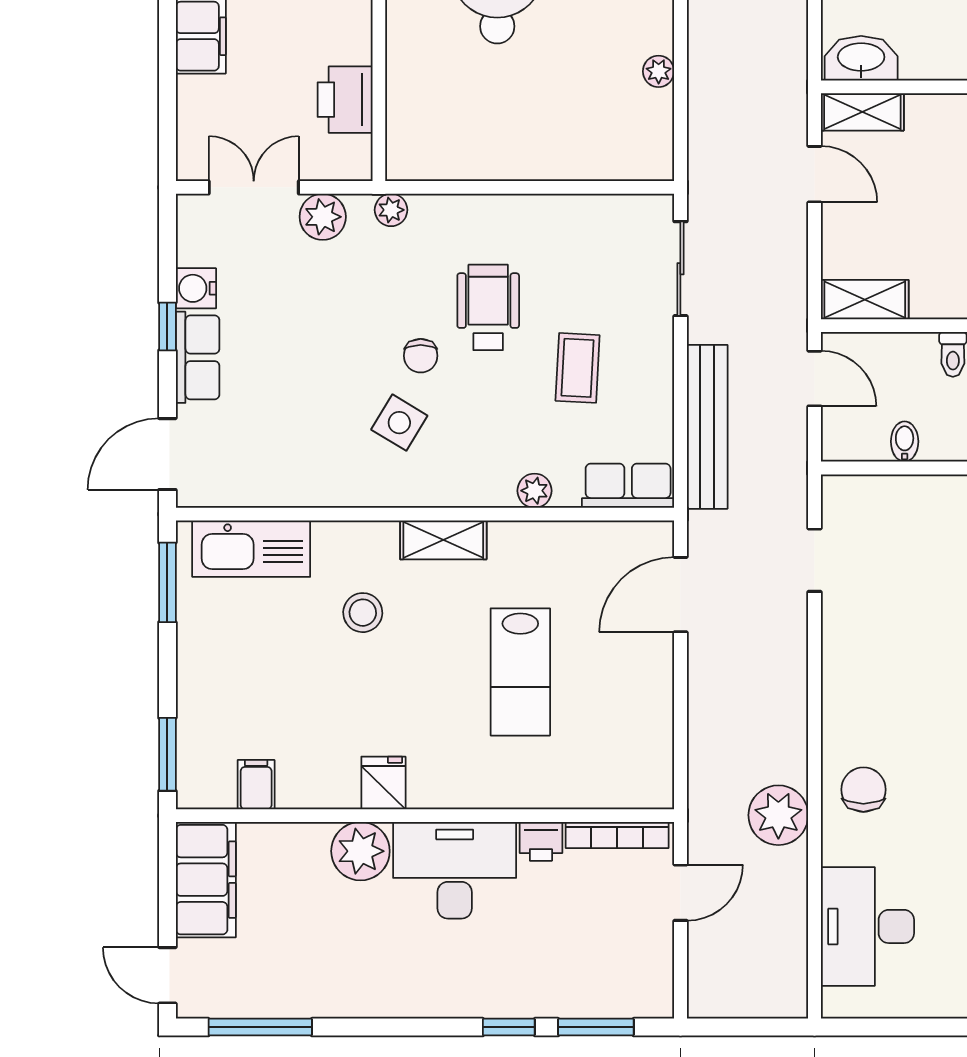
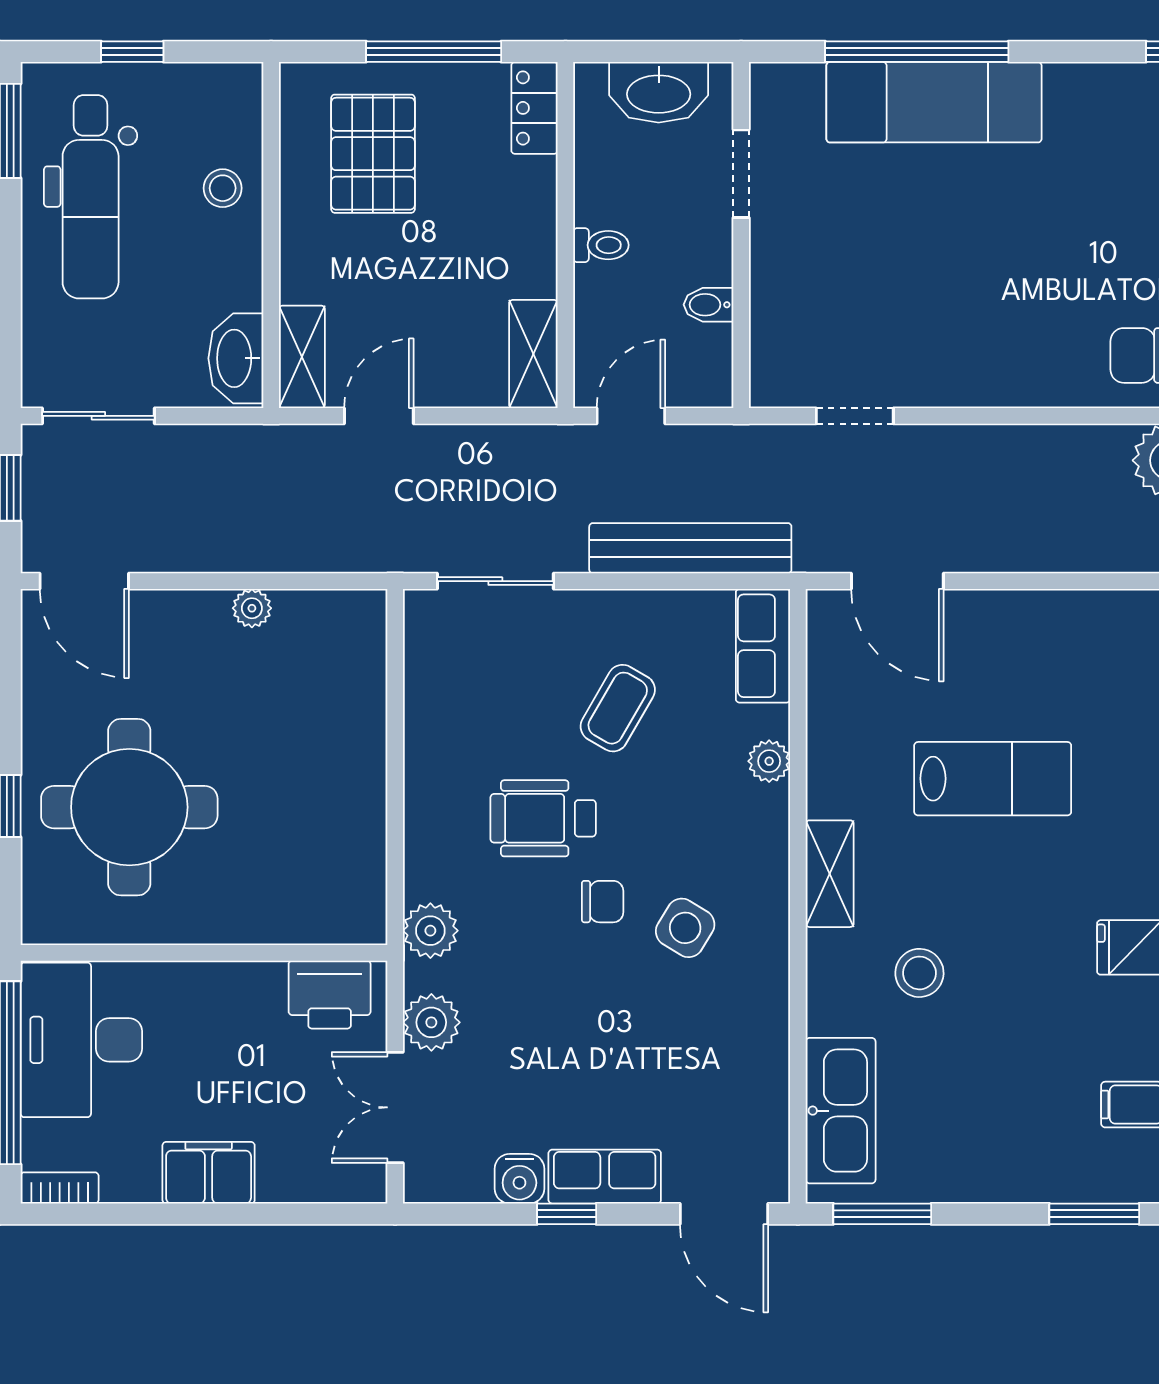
printer: (345, 100) -> (330, 995), moved
plant: (391, 210) -> (430, 931), width x1.38, depth x1.38
coffee table: (578, 368) -> (618, 708), turned -63

